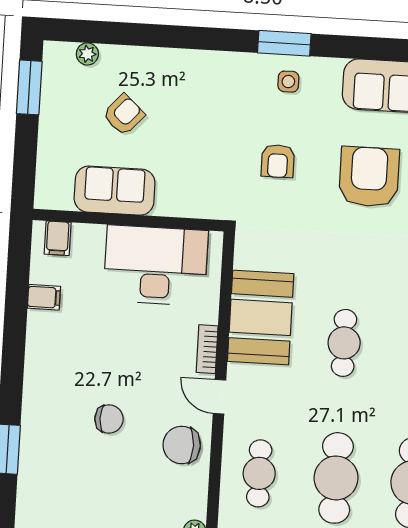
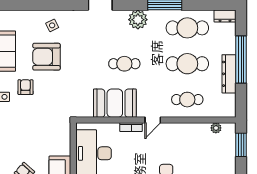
armchair: (278, 161) -> (25, 87), moved, turned -90
chair: (182, 445) -> (176, 136), removed

